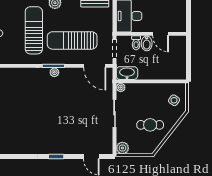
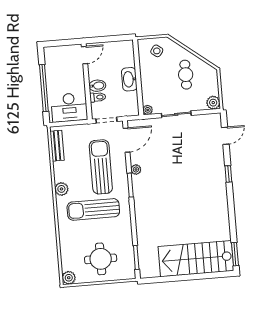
door: (161, 34) -> (85, 55), moved
sun lounger: (72, 40) -> (101, 167), turned 180
plant: (54, 72) -> (136, 169), moved
washbasin: (127, 73) -> (129, 79), moved

